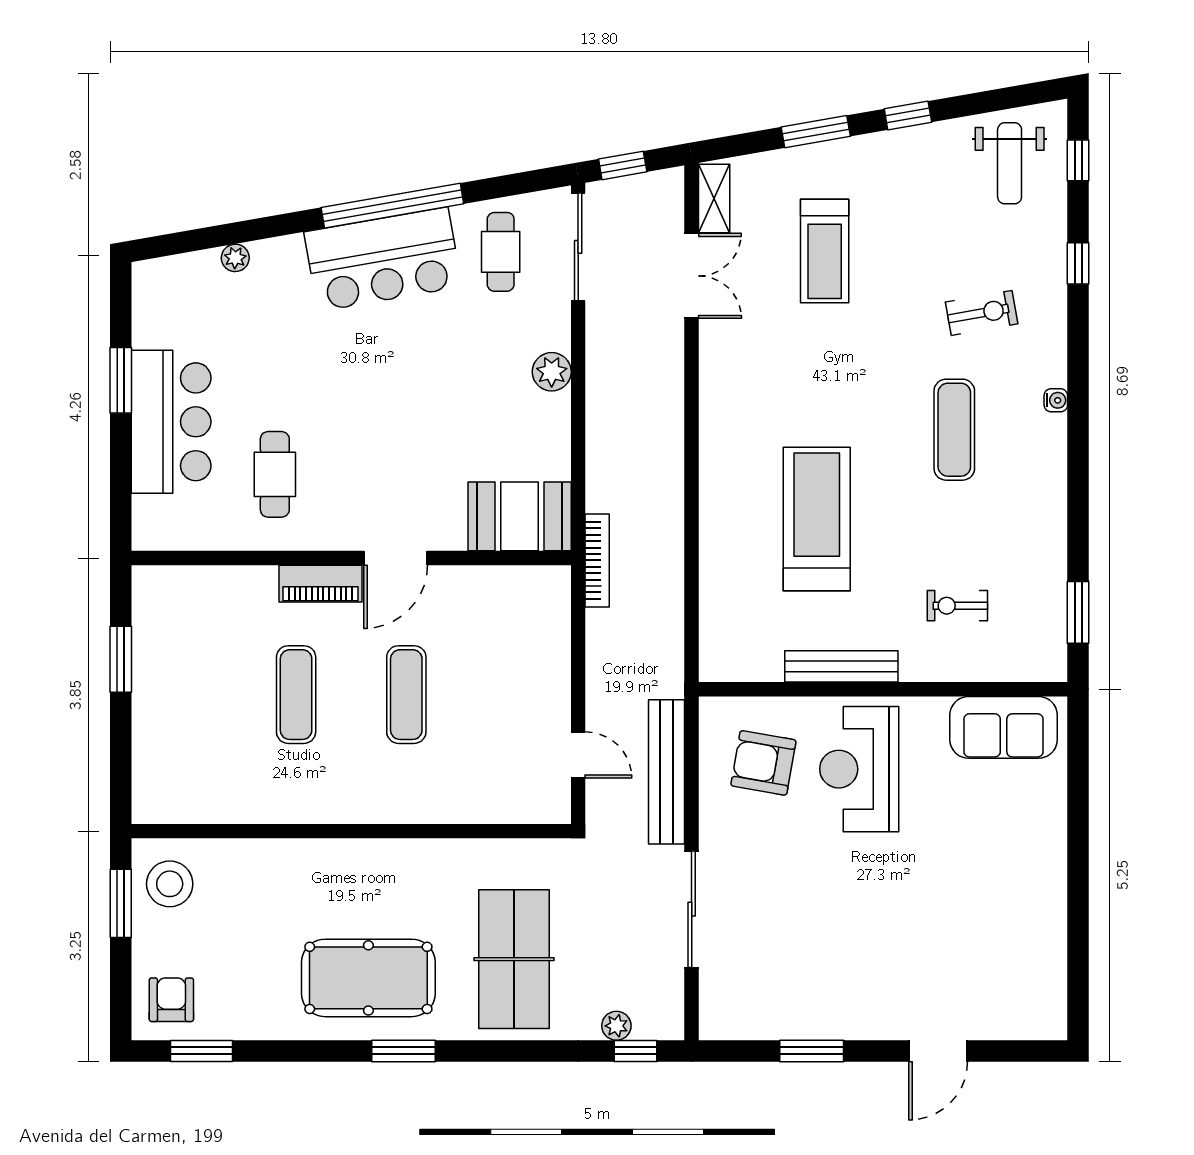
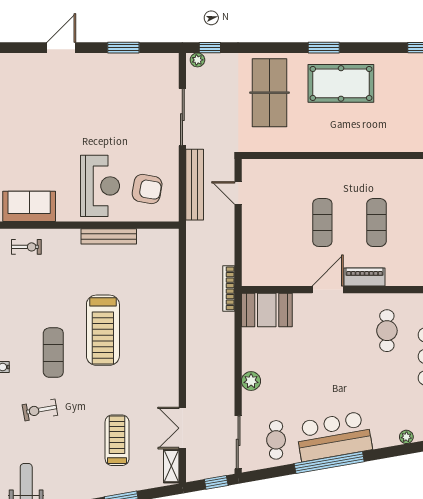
treadmill: (817, 519) -> (103, 330), moved
exercise bike: (957, 606) -> (26, 247), moved
plant: (616, 1026) -> (197, 60), moved

